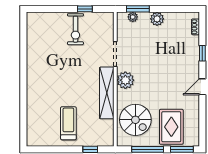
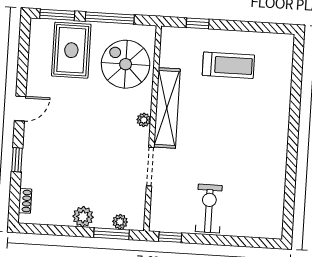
window: (85, 9) -> (170, 237), moved
plant: (125, 80) -> (144, 120), width x0.53, depth x0.53
treadmill: (68, 123) -> (228, 65), turned -90

